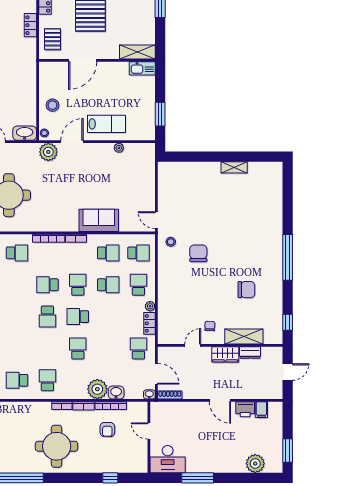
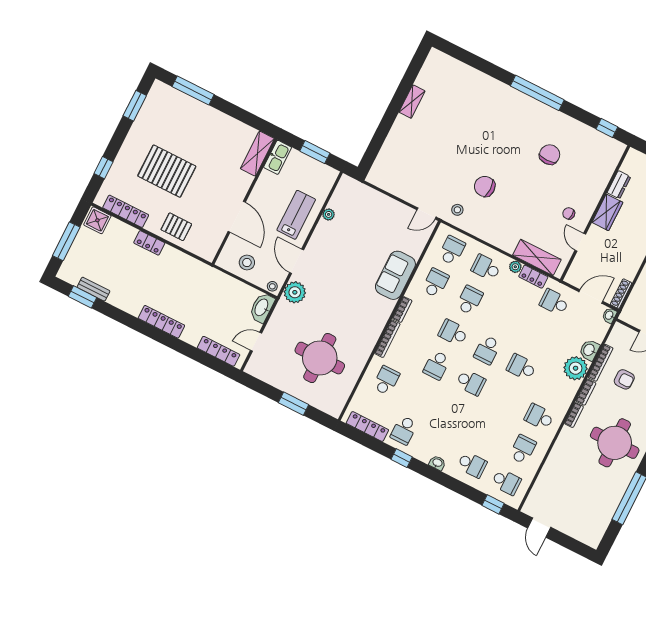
shelving: (137, 52) -> (257, 154), moved
door: (83, 60) -> (237, 217), moved
wall: (97, 60) -> (244, 201), moved
kitchen sink: (142, 68) -> (278, 157), moved
shelving: (244, 337) -> (537, 257), moved, turned 90
school desk: (17, 380) -> (523, 449), turned 180

